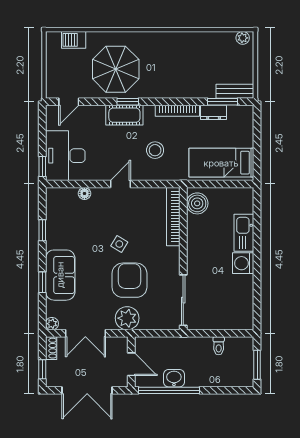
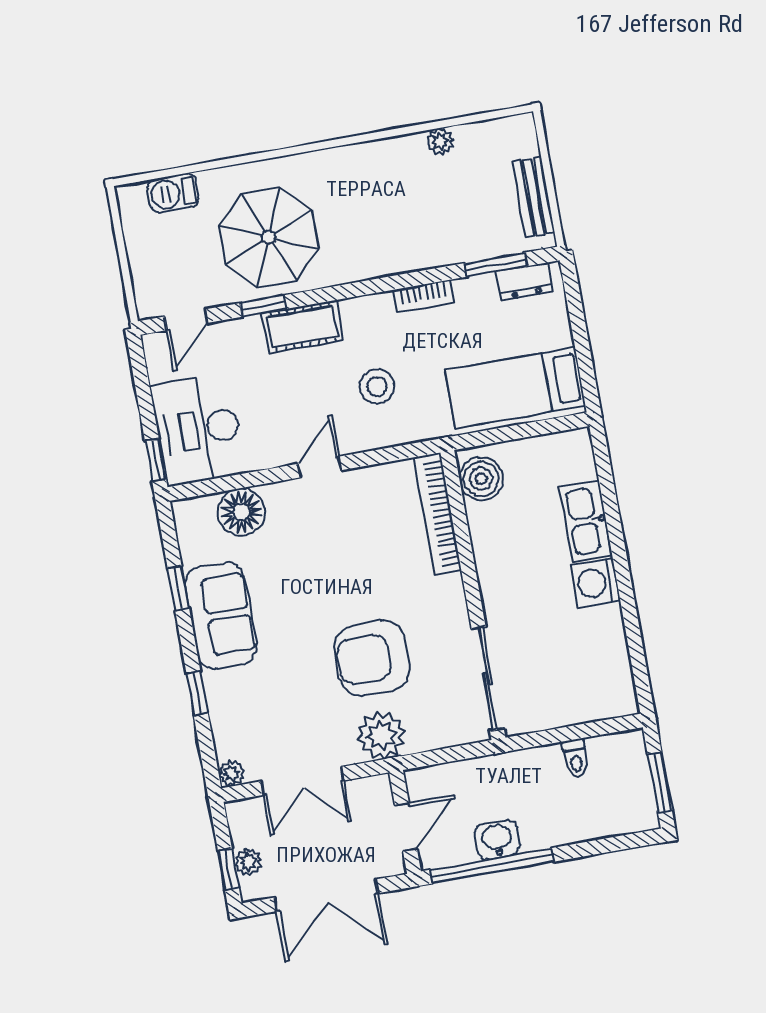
plant: (243, 38) -> (440, 142), moved
bench: (235, 91) -> (534, 197), moved, turned 90
window: (128, 102) -> (263, 306), moved
bookcase: (177, 111) -> (424, 296), width x0.64
dresser: (214, 112) -> (525, 281), moved
floor lamp: (84, 193) -> (241, 512), width x1.89, depth x1.89
side table: (119, 244) -> (339, 588), removed
sofa: (60, 275) -> (221, 616), moved
armchair: (129, 280) -> (372, 658), turned -90
shoe rack: (51, 348) -> (239, 823), removed
door: (131, 364) -> (406, 827), hinge flipped
plant: (52, 368) -> (248, 862), added

